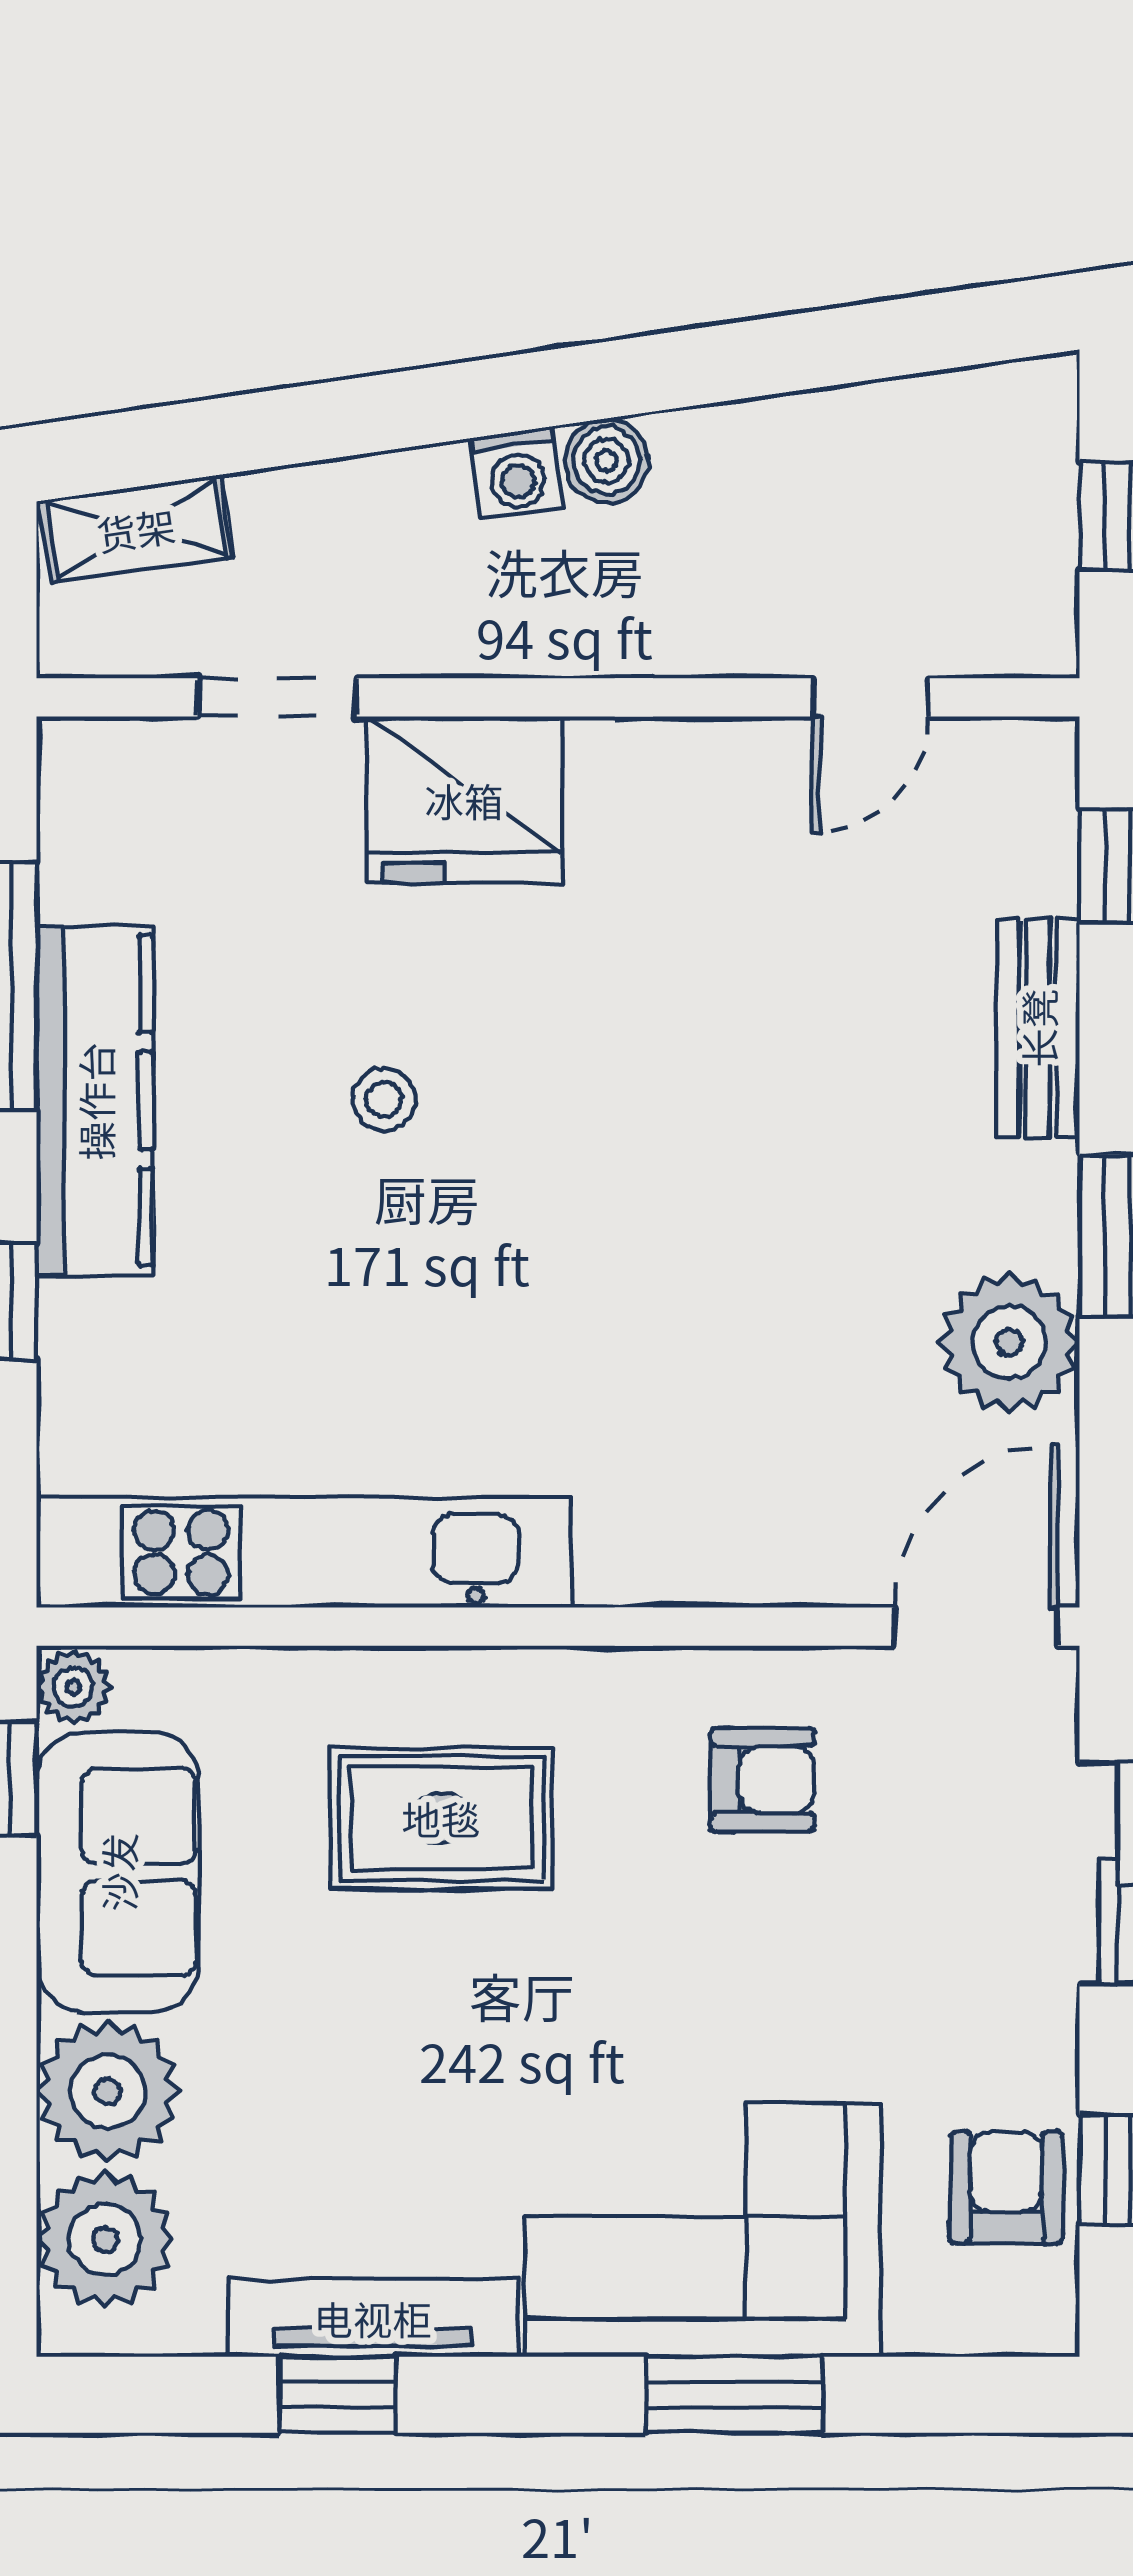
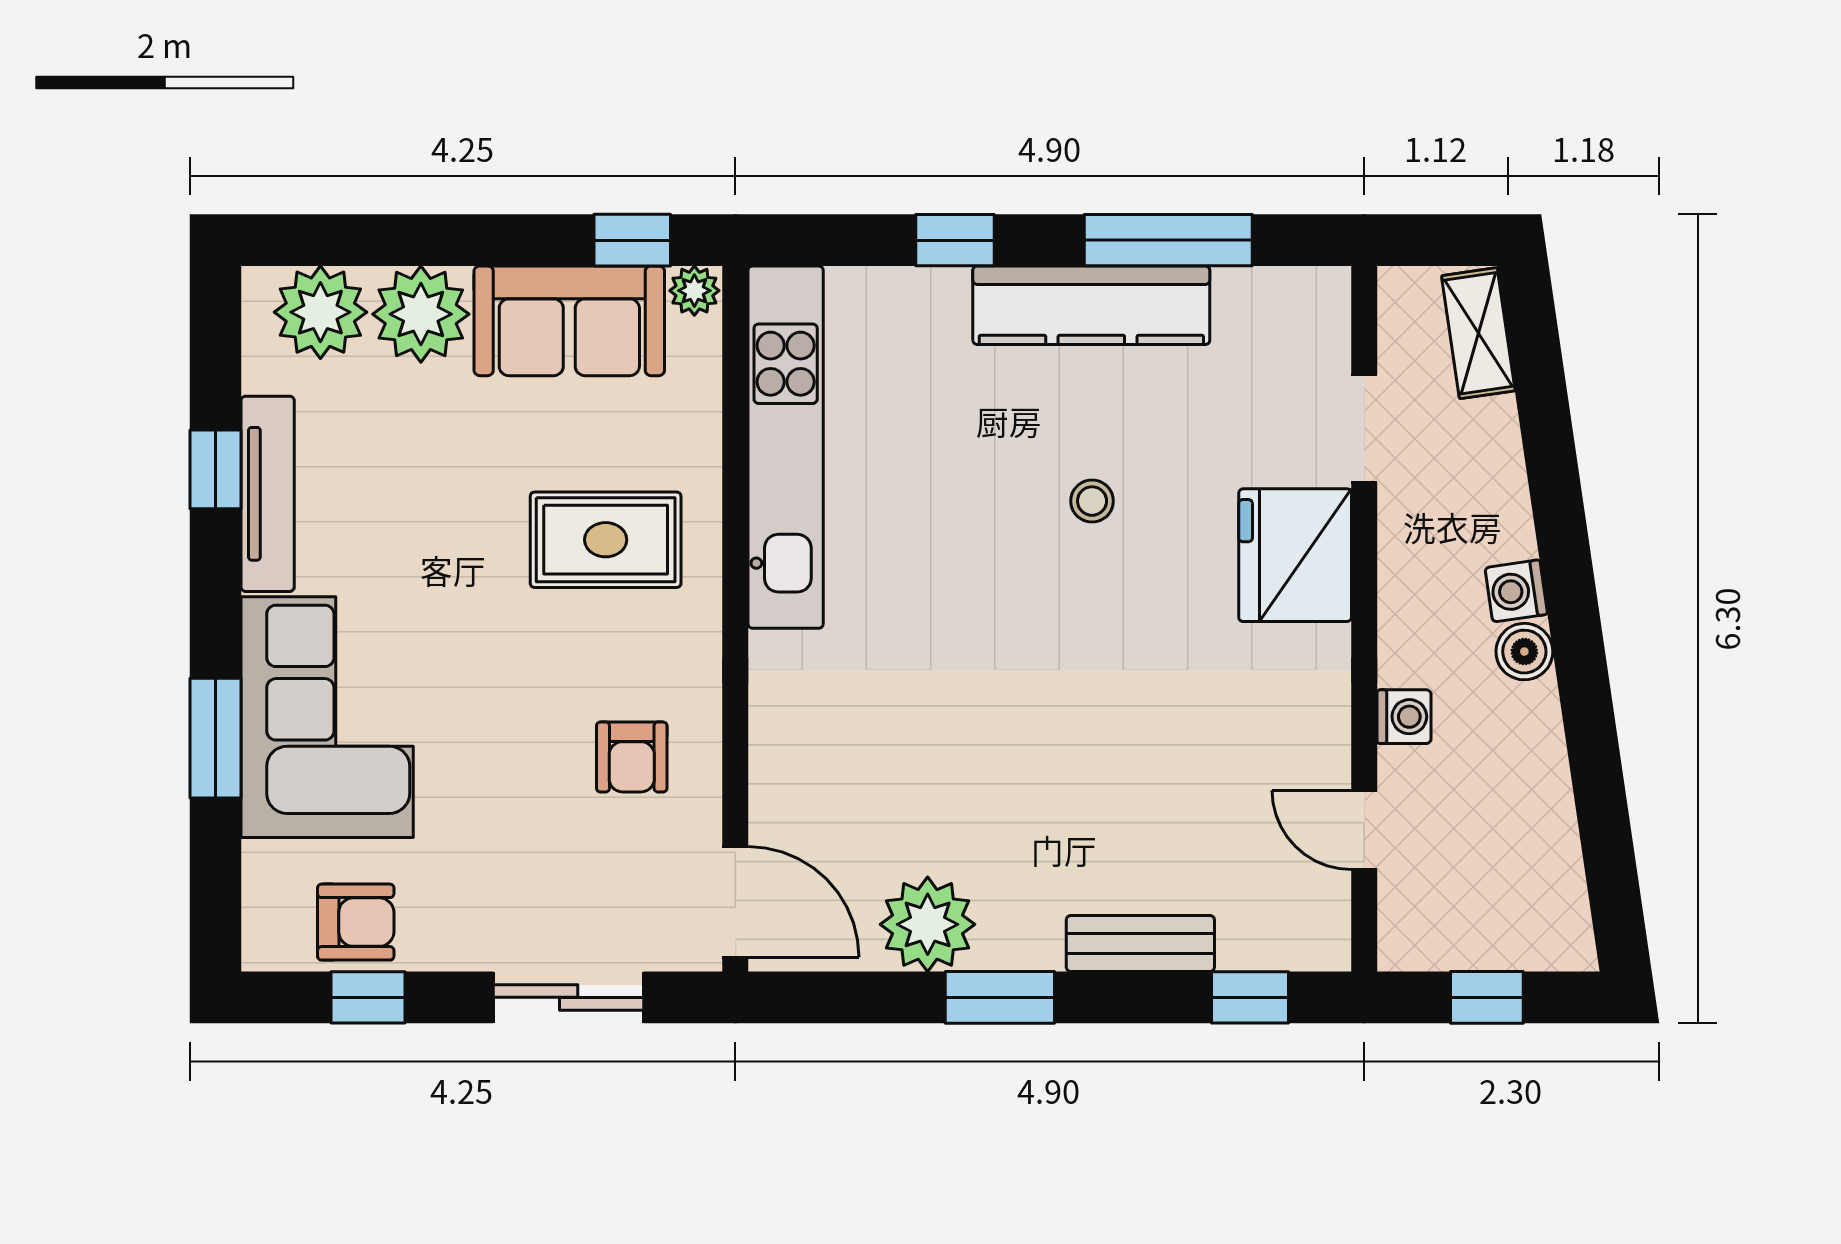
washing machine: (703, 639) -> (1404, 717), added
rug: (441, 1818) -> (606, 540), turned 90

